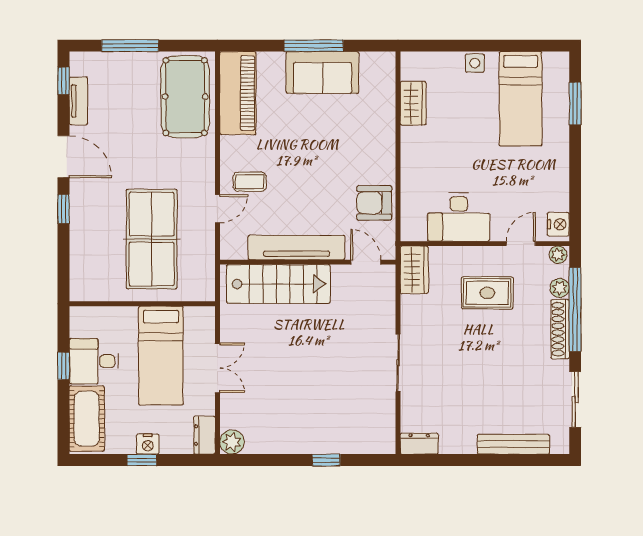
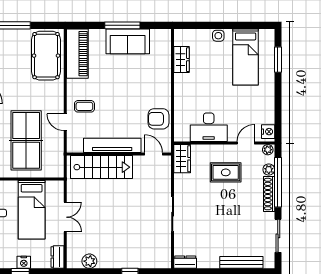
door: (217, 209) -> (65, 122), swing flipped
plant: (232, 442) -> (89, 261), moved

